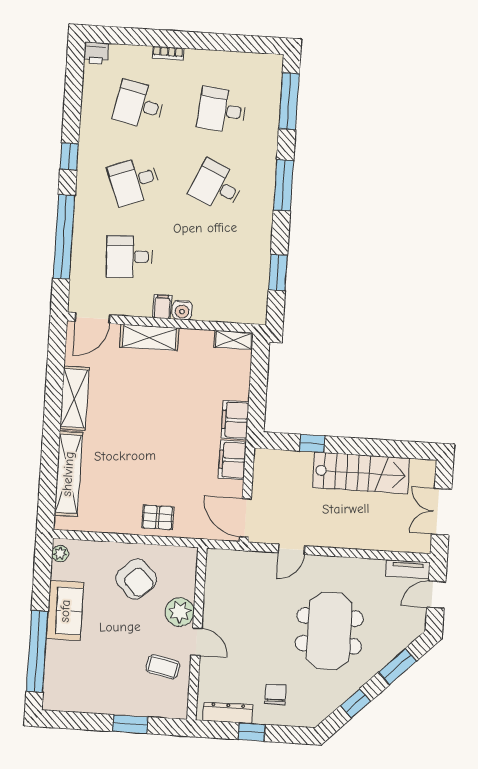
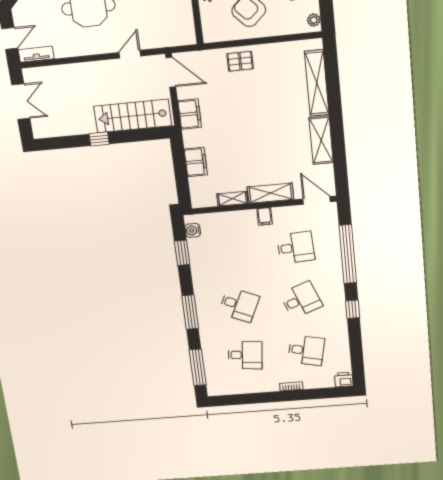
water cooler: (182, 310) -> (193, 230), moved, turned -90
door: (93, 318) -> (317, 200), hinge flipped
shelving: (234, 340) -> (232, 199), moved
filing cabinet: (235, 420) -> (196, 162), moved
window: (312, 443) -> (99, 139), moved
stairs: (361, 473) -> (133, 116), moved

